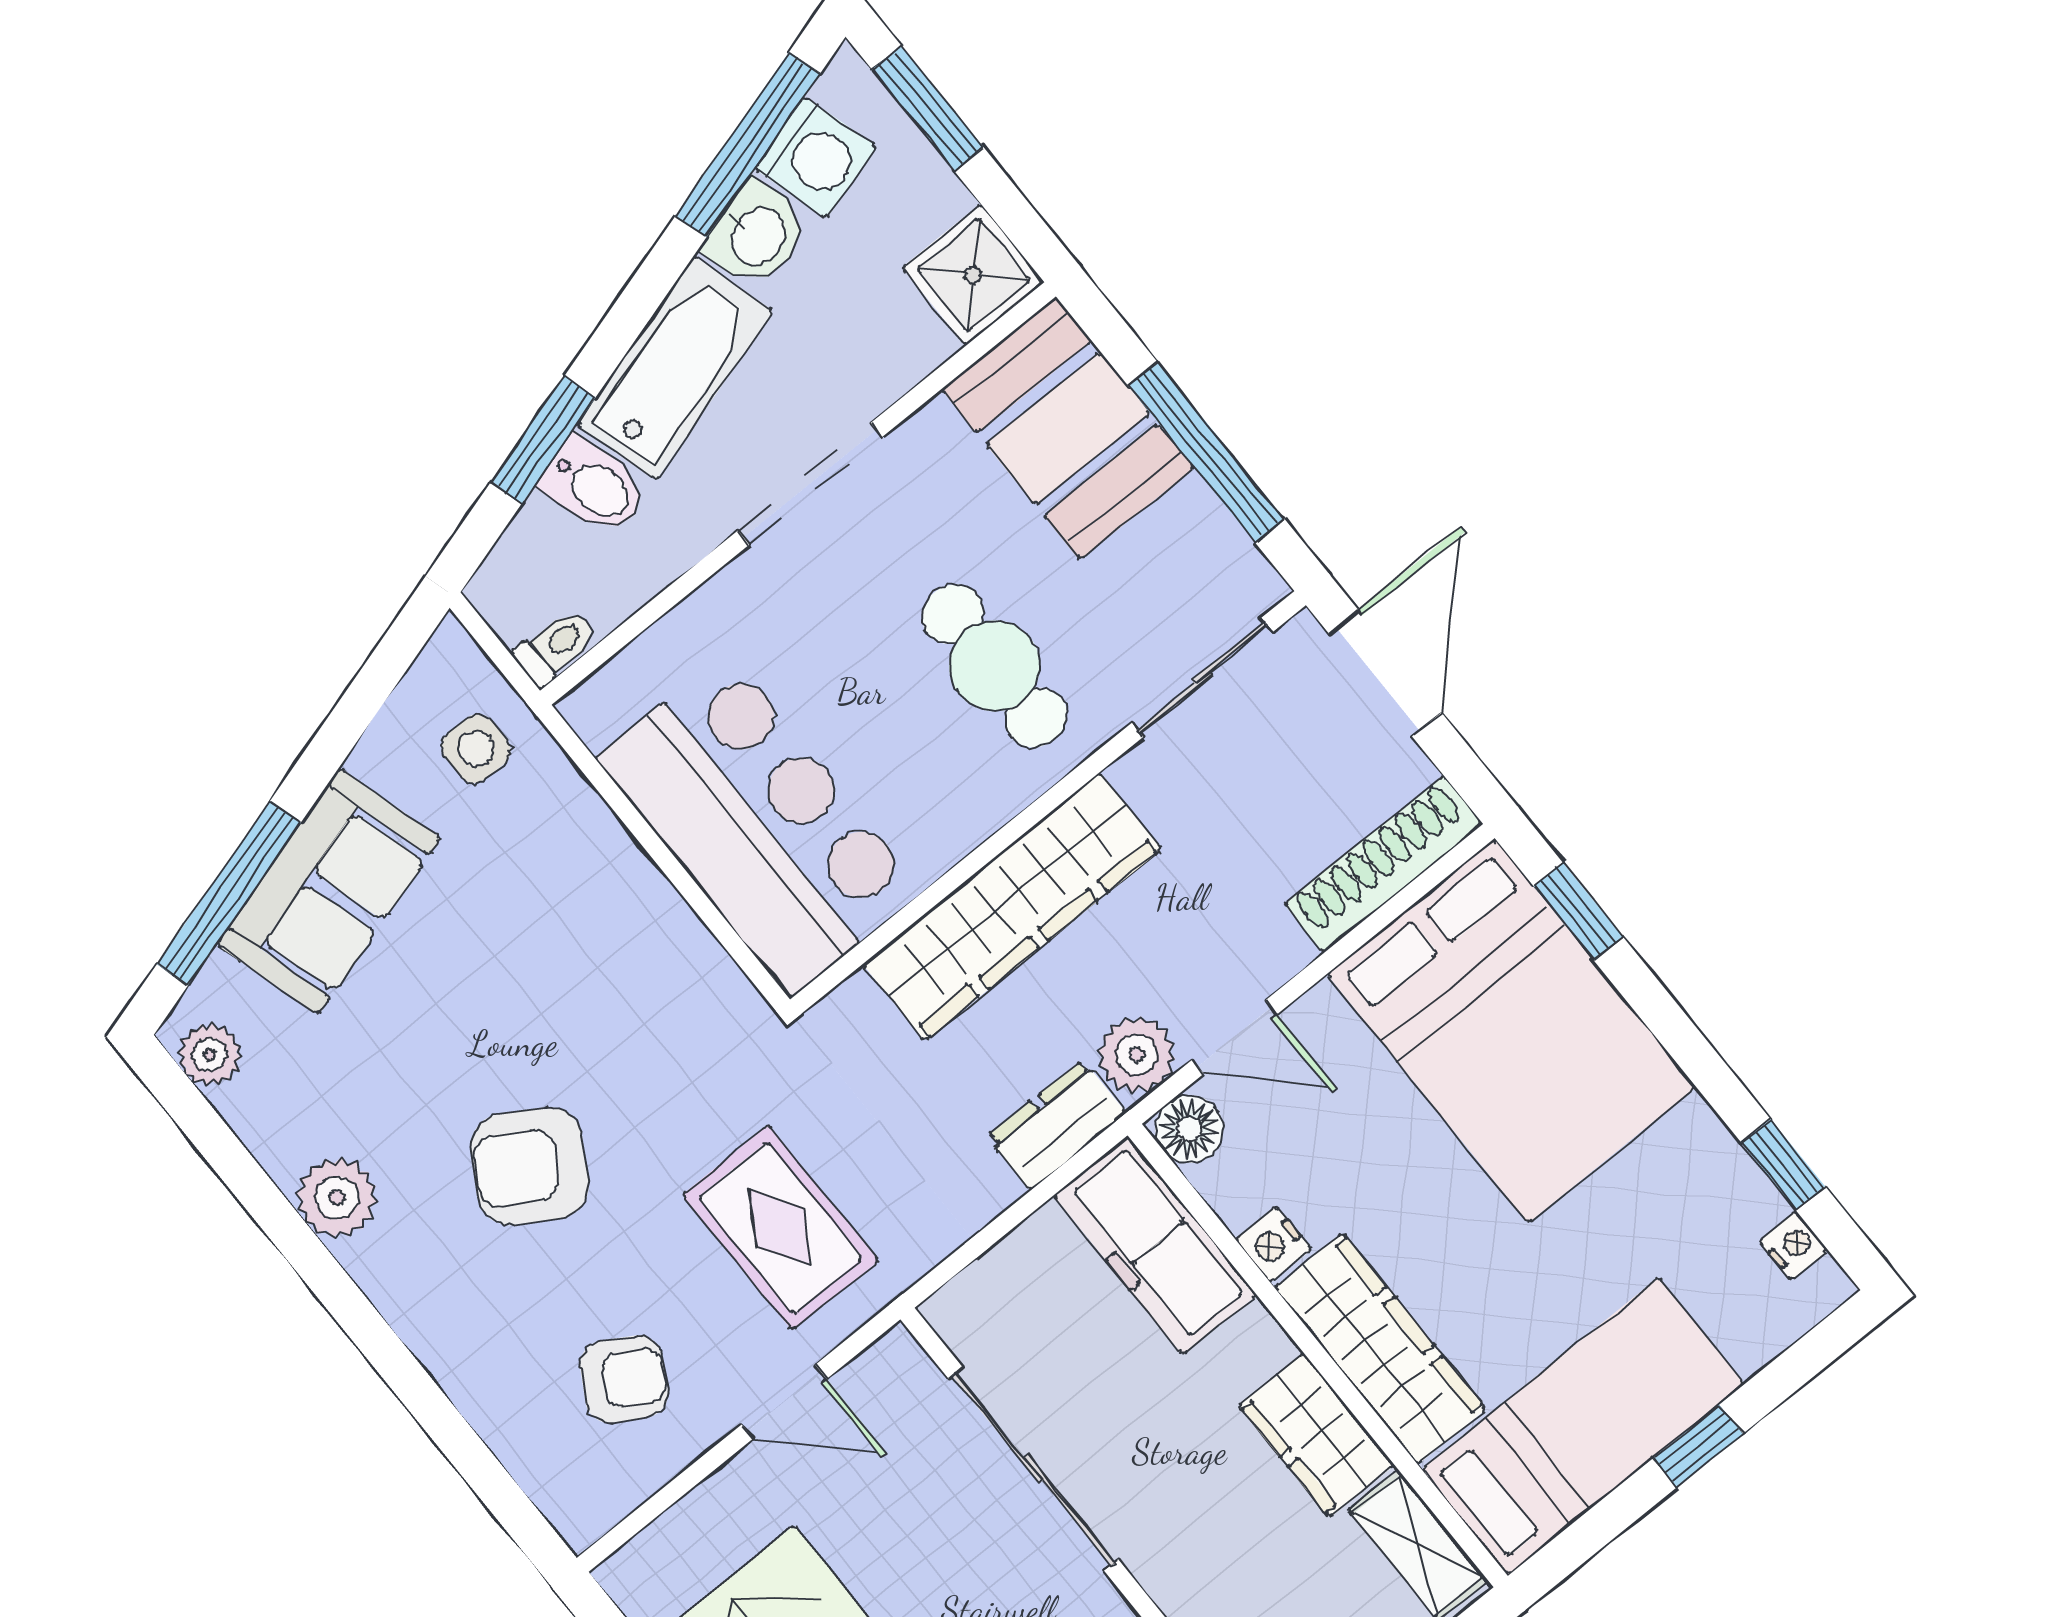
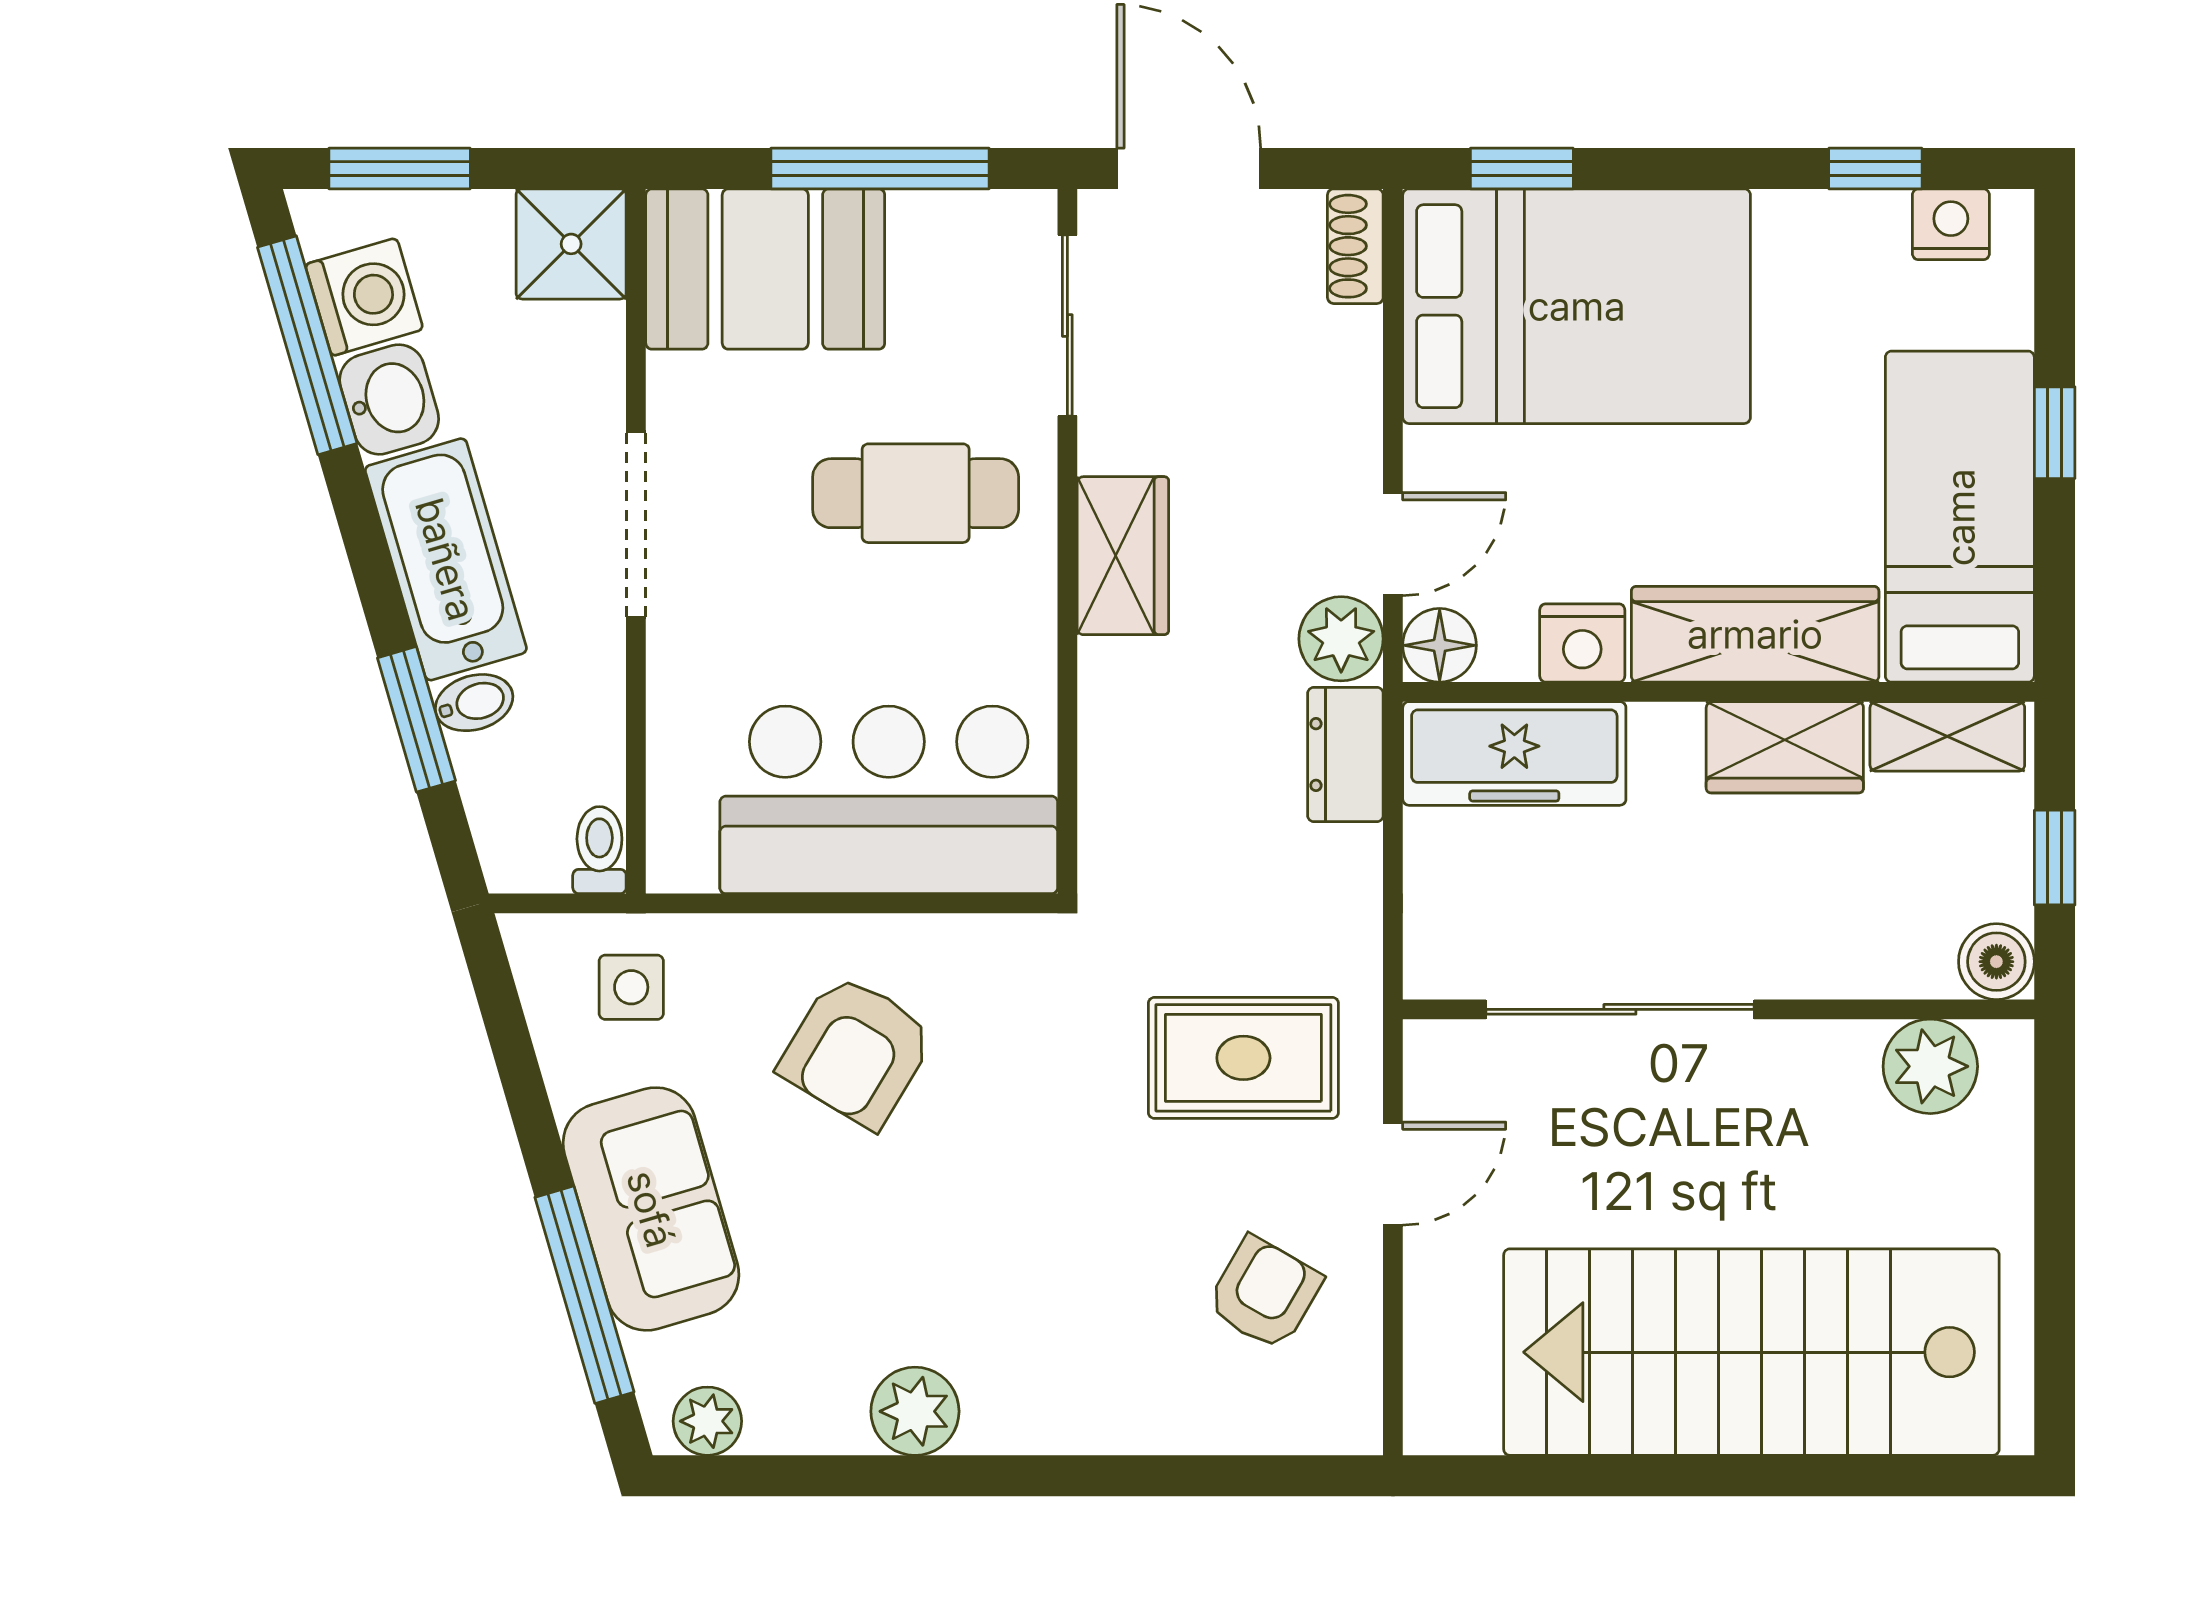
bidet: (594, 486) -> (474, 703), width x0.72, depth x0.74
shoe rack: (1384, 864) -> (1355, 246), width x0.51, depth x0.81
wardrobe: (1012, 906) -> (1123, 556), width x0.48, depth x0.85
armchair: (530, 1166) -> (857, 1051), moved
nightstand: (1273, 1244) -> (1582, 643), width x1.39, depth x1.35
nightstand: (1794, 1246) -> (1951, 224), width x1.39, depth x1.35

